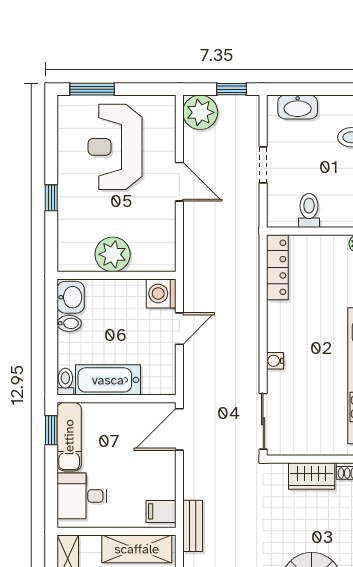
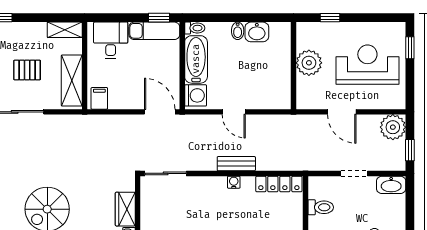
window: (92, 89) -> (410, 48), width x0.67
washbasin: (298, 107) -> (391, 185), moved, turned -90
door: (179, 182) -> (342, 112), hinge flipped
plant: (113, 254) -> (309, 63), moved
wall: (116, 275) -> (293, 66), moved
washing machine: (161, 293) -> (196, 95), moved, turned 90
water cooler: (275, 361) -> (234, 182), moved
bench: (193, 526) -> (236, 164), moved

